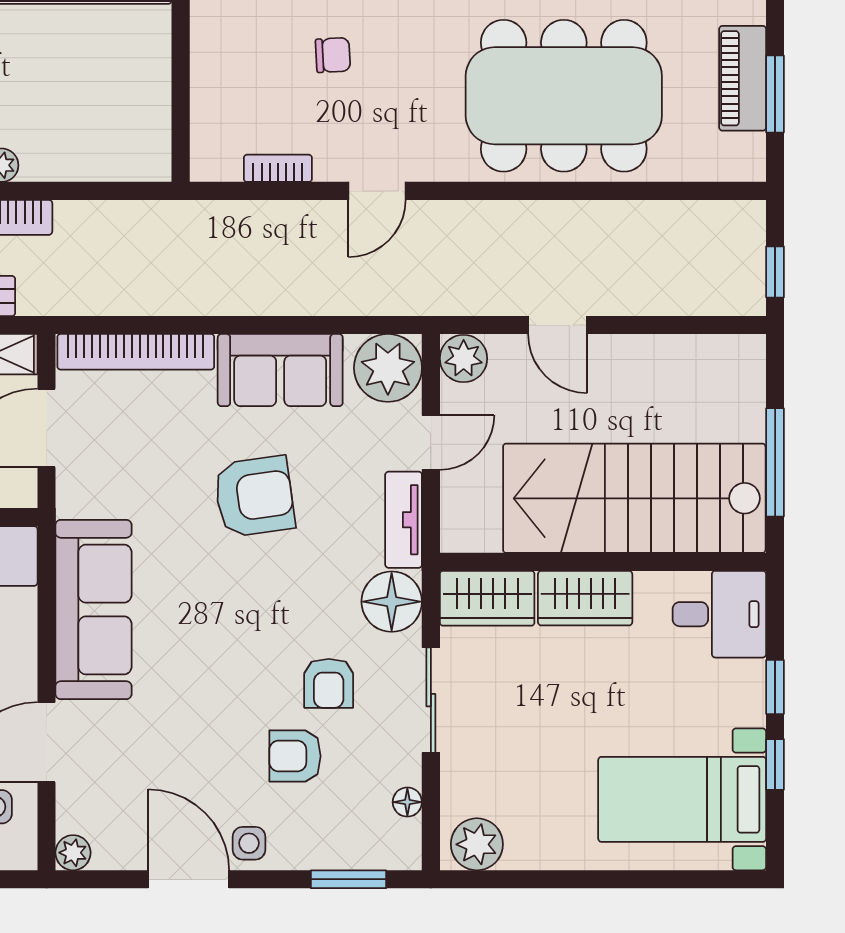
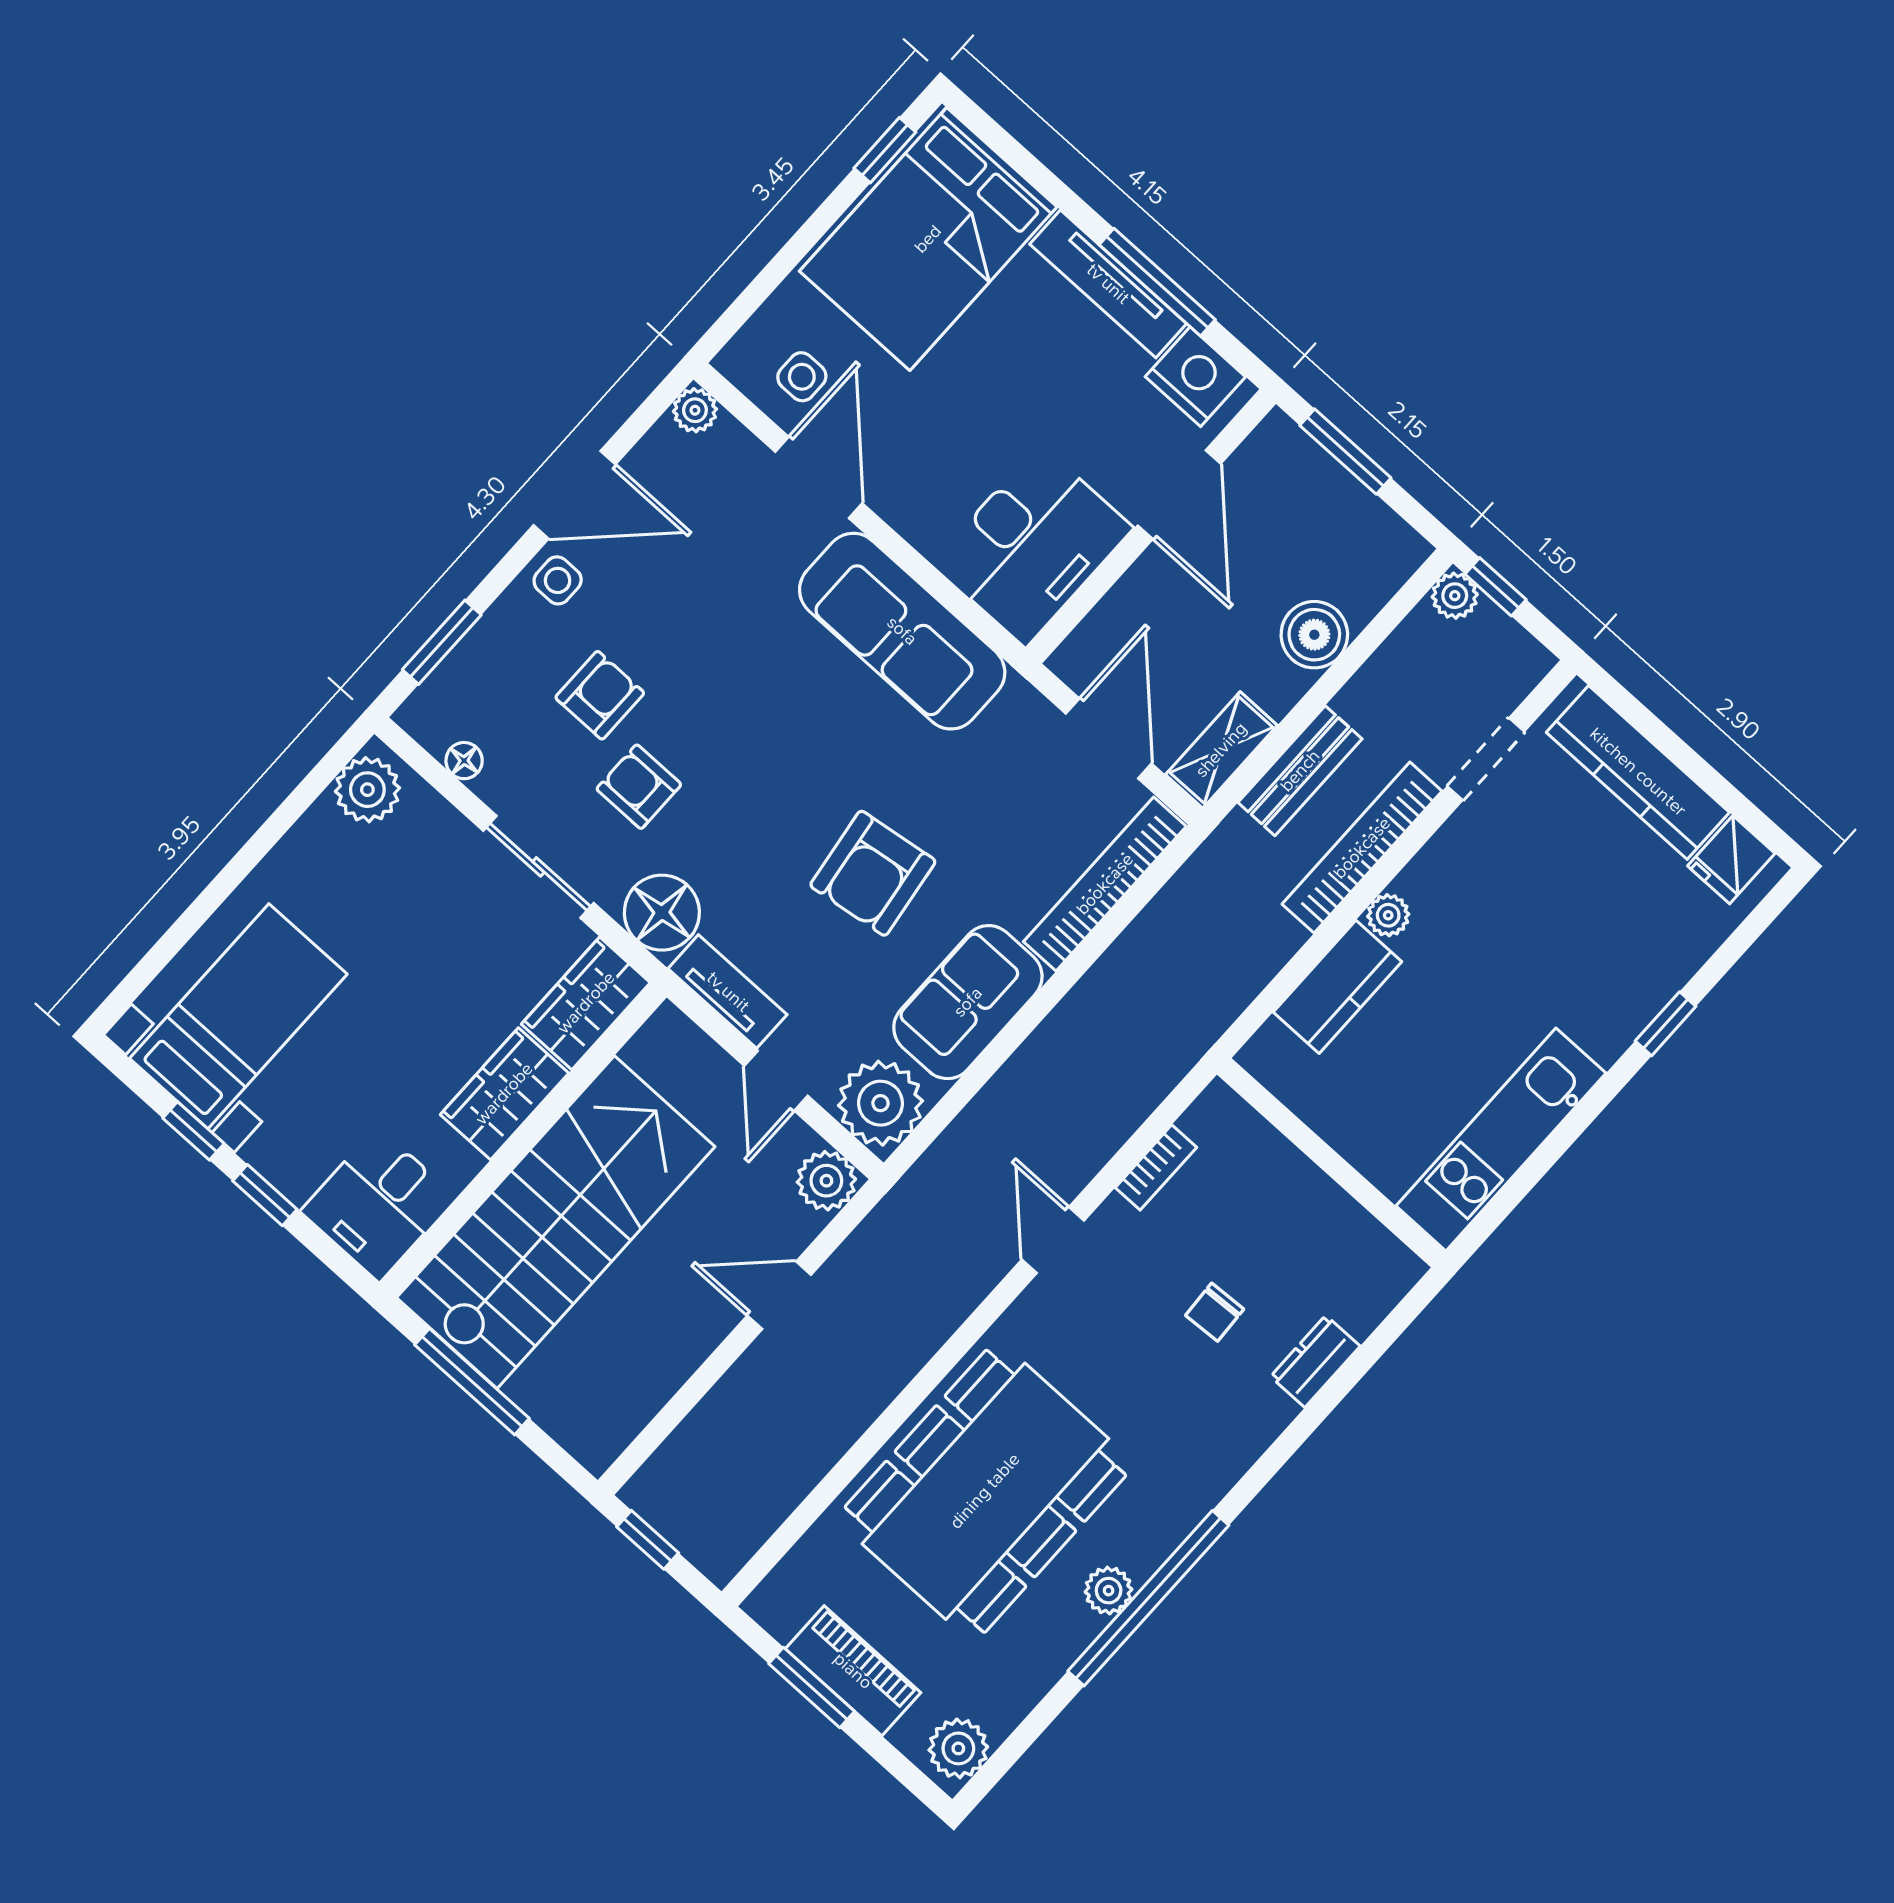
kitchen counter: (72, 157) -> (1337, 987), added

